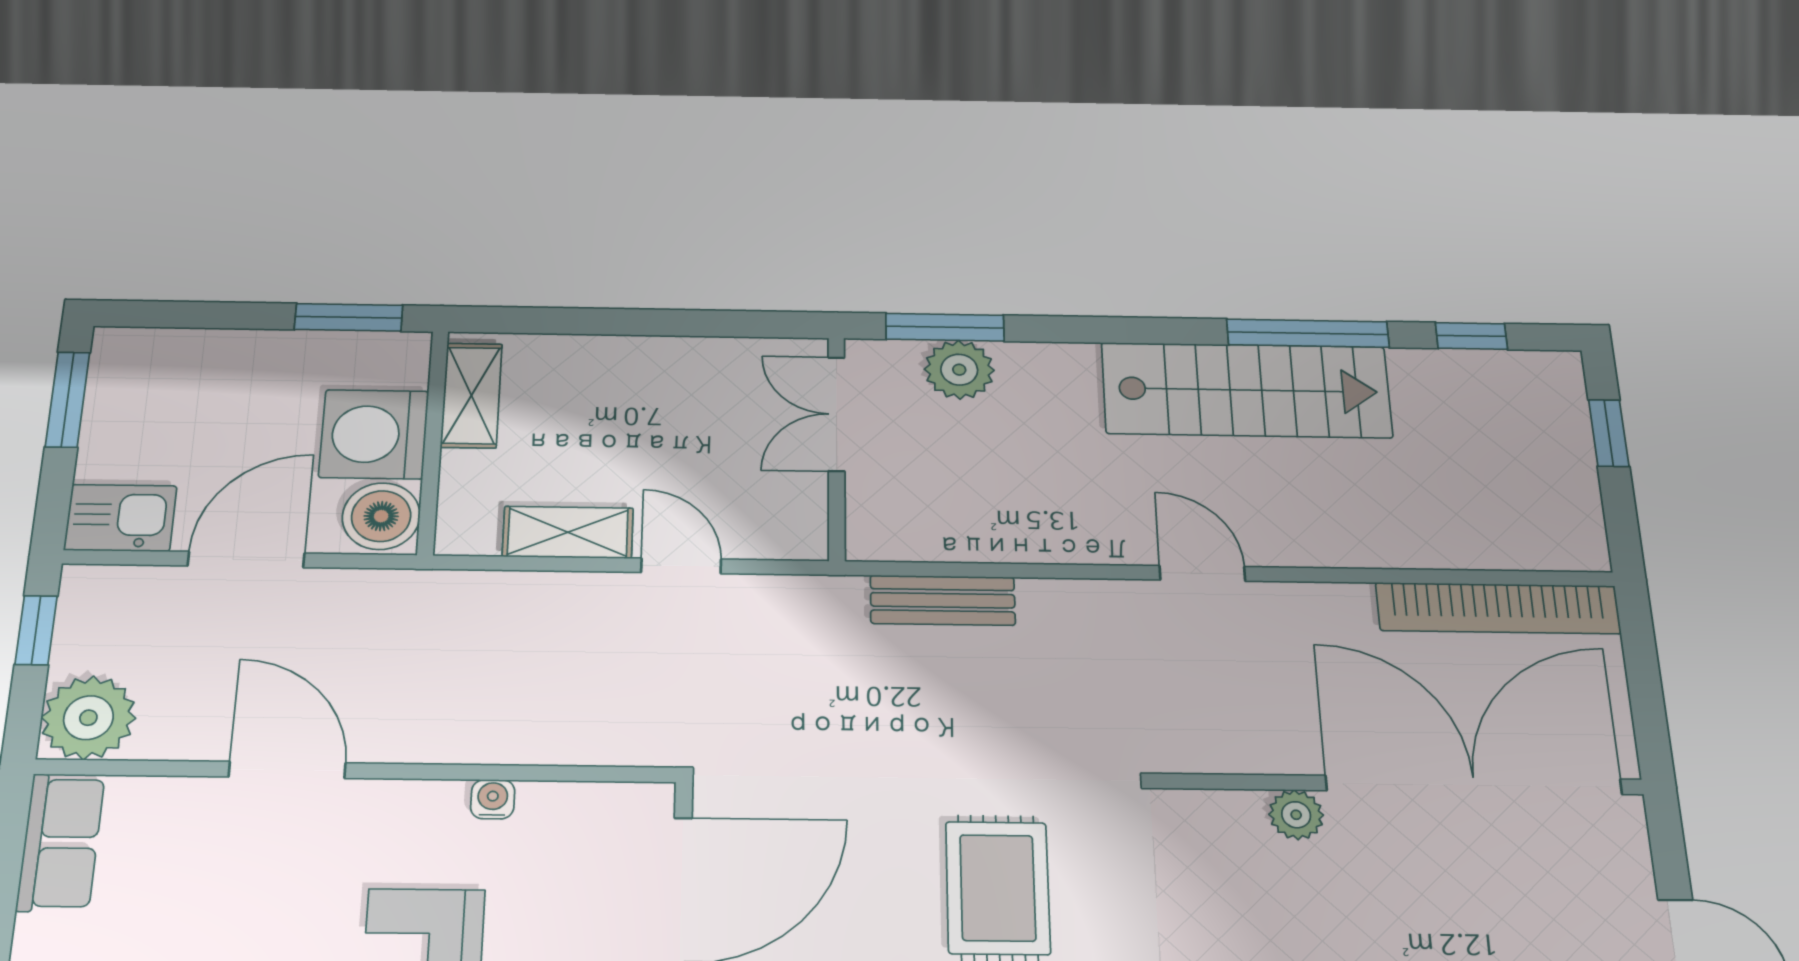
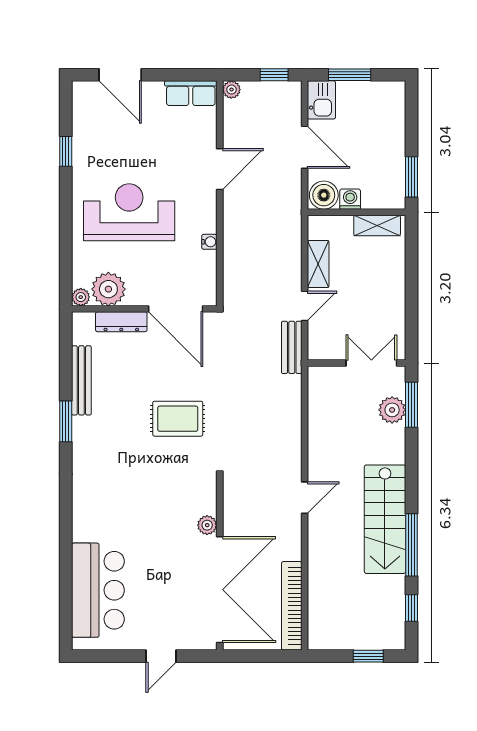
window: (68, 399) -> (350, 75), moved
washing machine: (374, 434) -> (350, 199), width x0.53, depth x0.53
bench: (943, 600) -> (292, 347), moved
plant: (88, 718) -> (231, 90), width x0.53, depth x0.53

